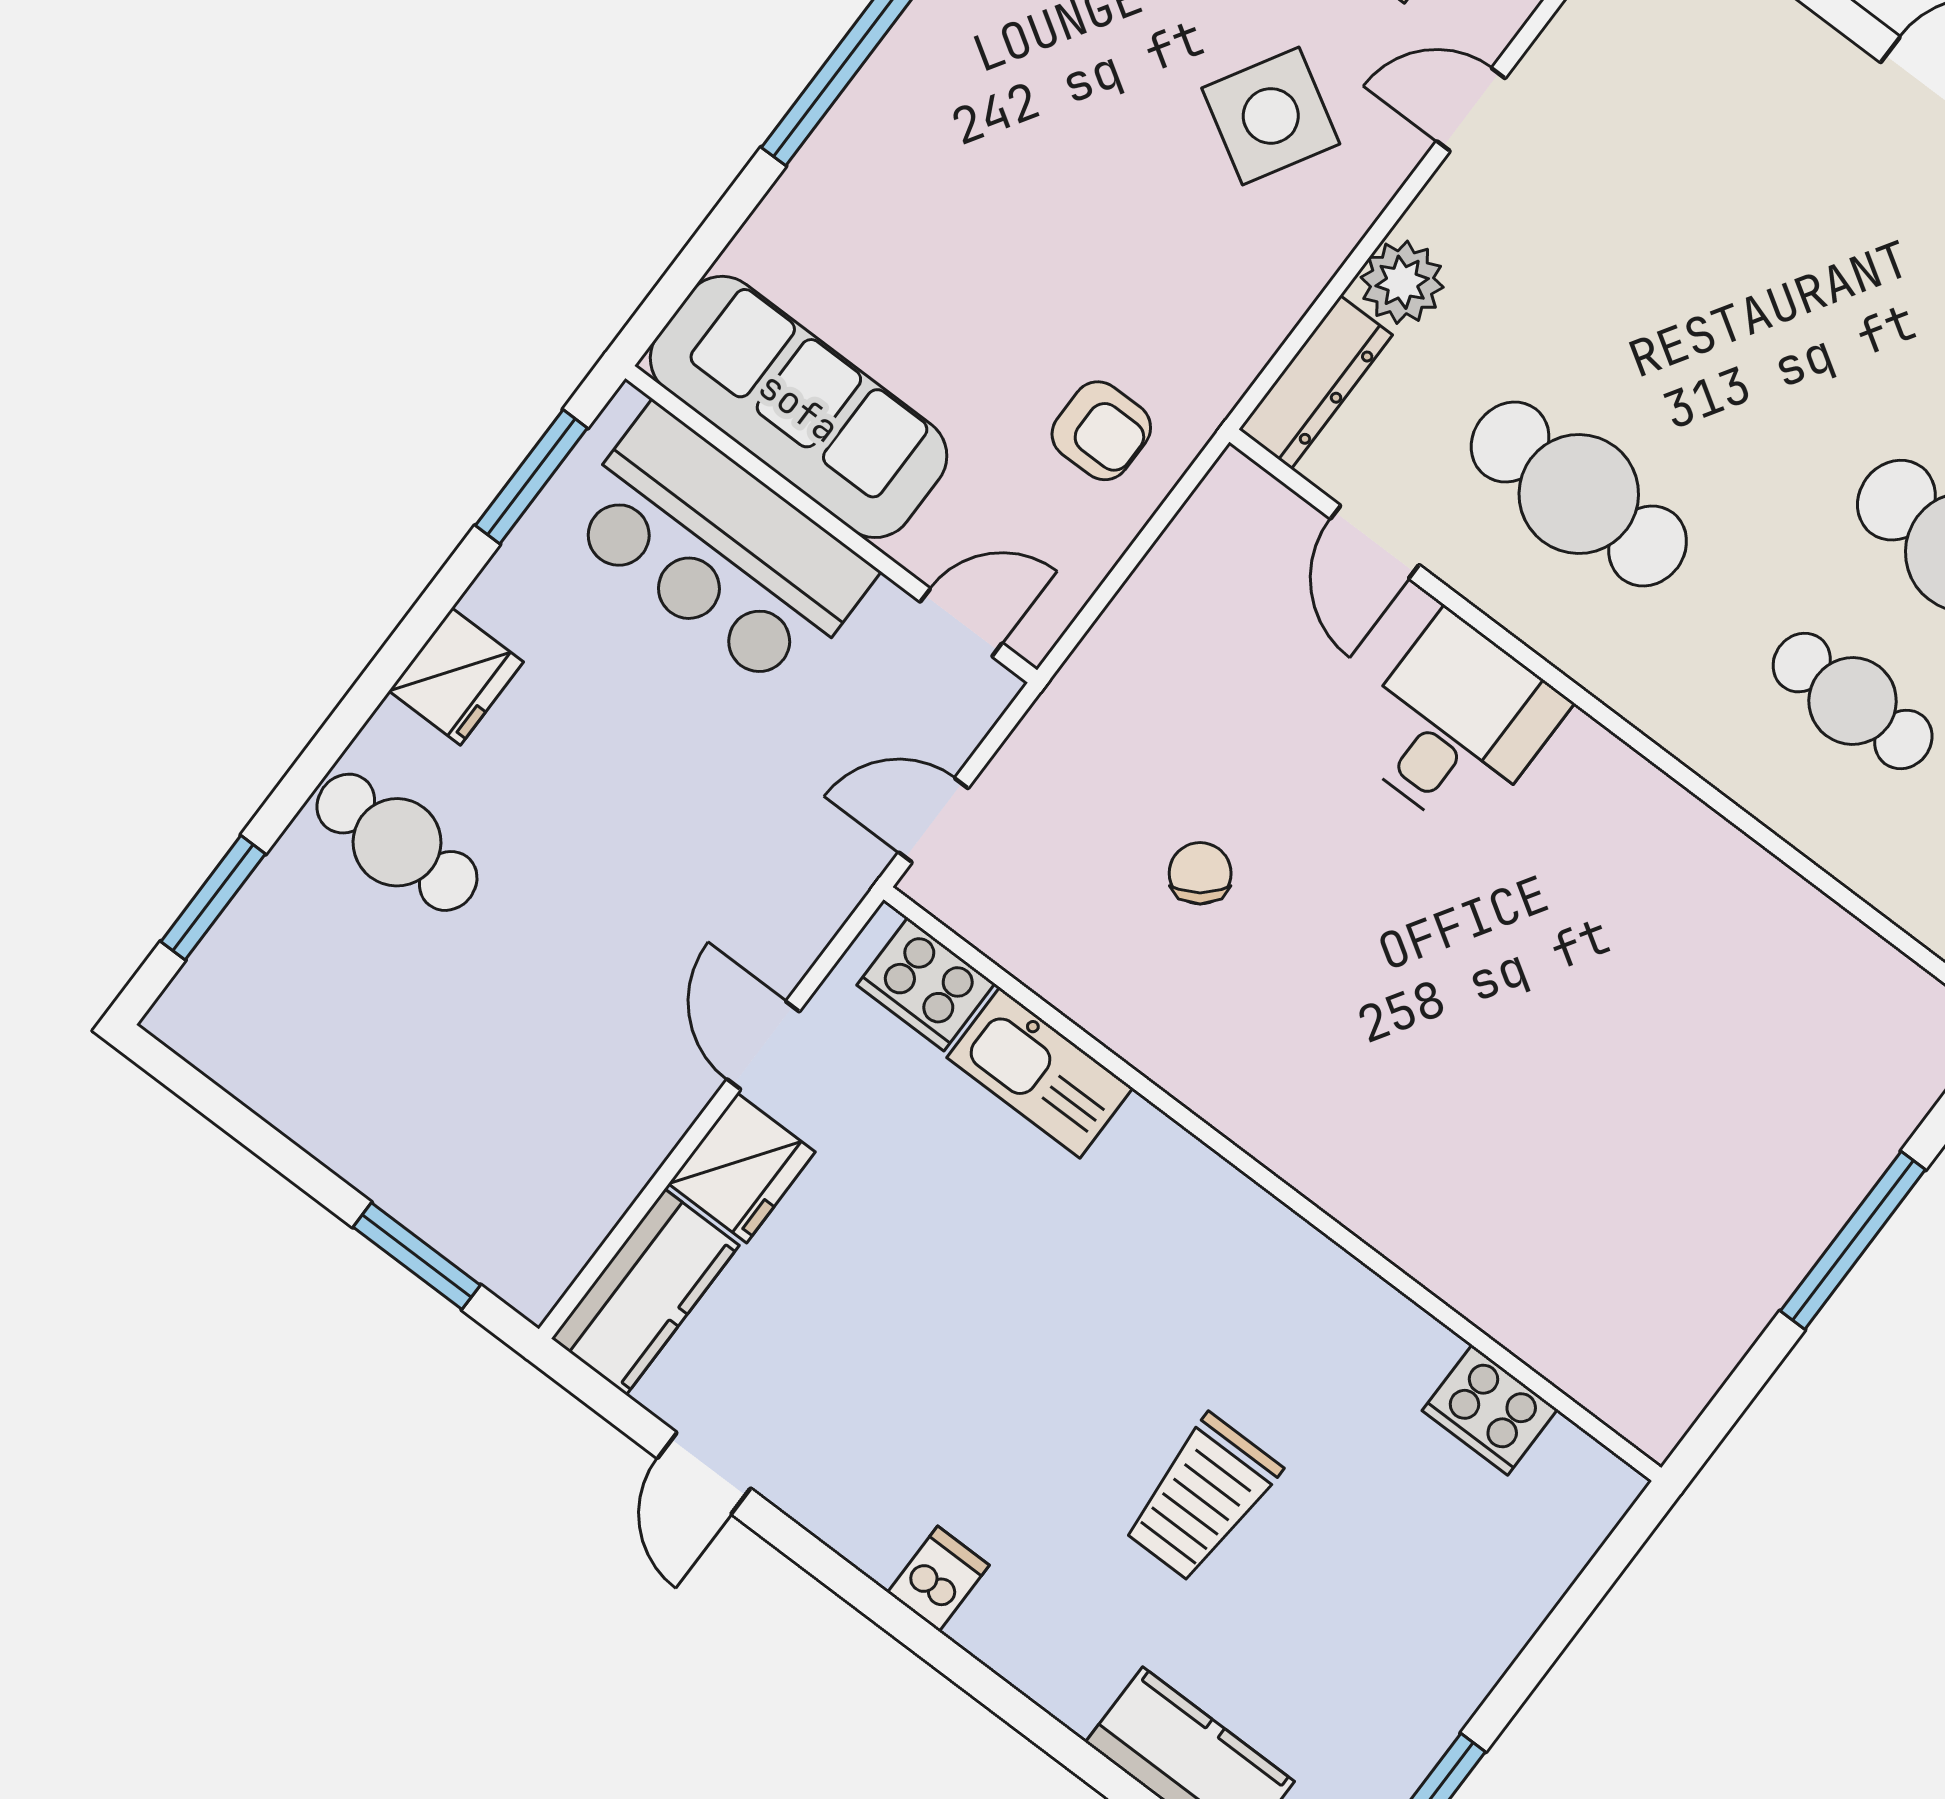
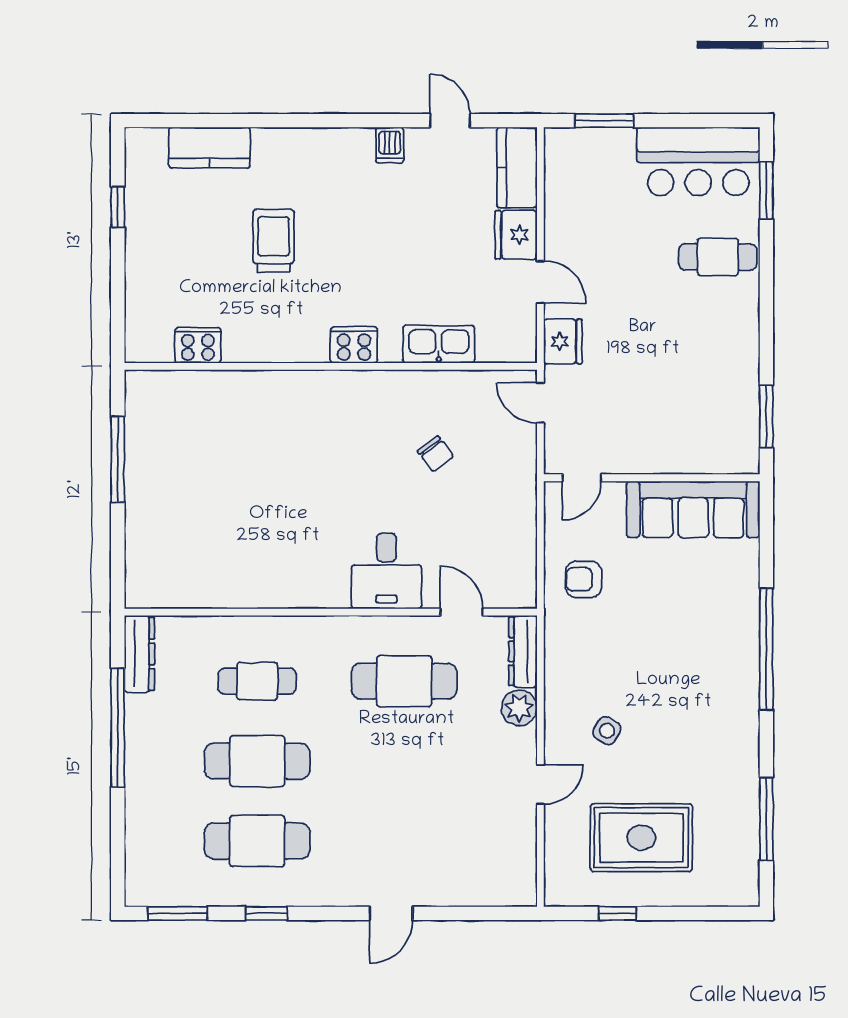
side table: (1271, 116) -> (607, 731), width x0.54, depth x0.54
bar counter: (719, 549) -> (698, 161), moved, turned 180
fridge: (456, 676) -> (563, 341), moved, turned 180
door: (933, 820) -> (540, 403), swing flipped
cooker: (926, 984) -> (354, 345), moved
window: (1853, 1240) -> (118, 459), moved
dishwasher: (938, 1579) -> (390, 145), moved

